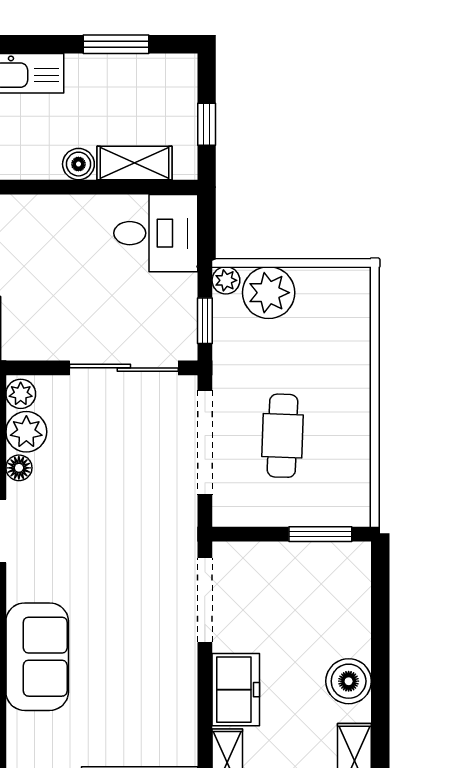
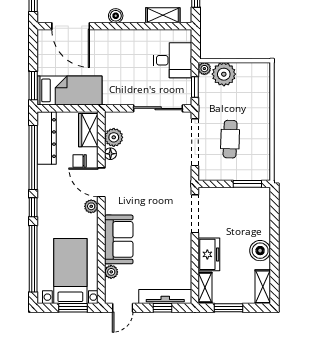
boiler: (78, 164) -> (116, 16), moved
desk: (156, 233) -> (173, 60), moved
plant: (21, 394) -> (111, 272), moved

